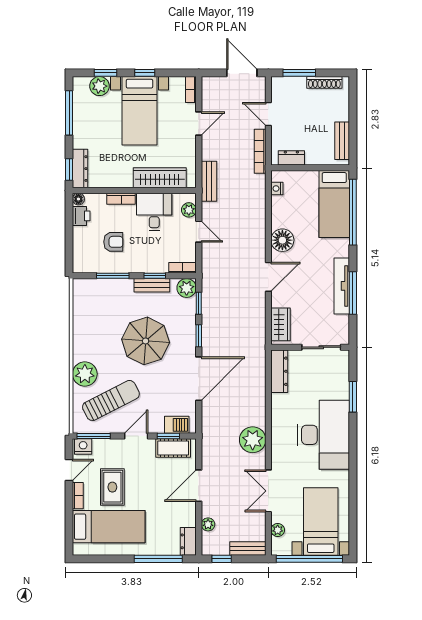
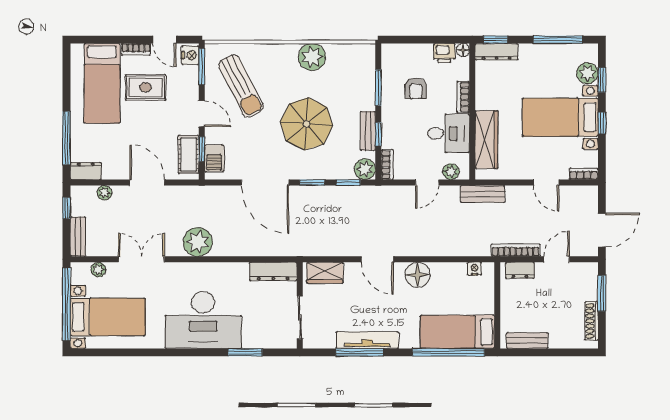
dresser: (291, 158) -> (520, 270), moved, turned 90
plant: (85, 374) -> (312, 57), moved

